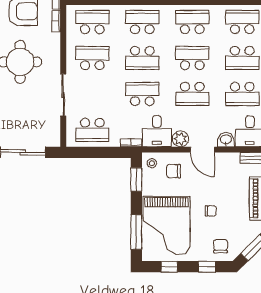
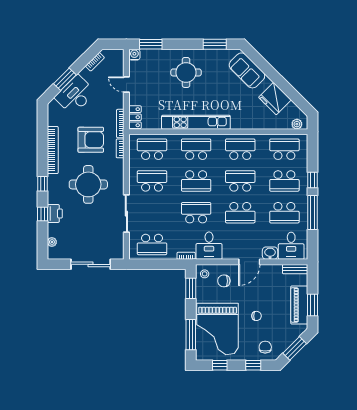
plant: (181, 139) -> (230, 252), removed
door: (202, 150) -> (249, 262), hinge flipped

